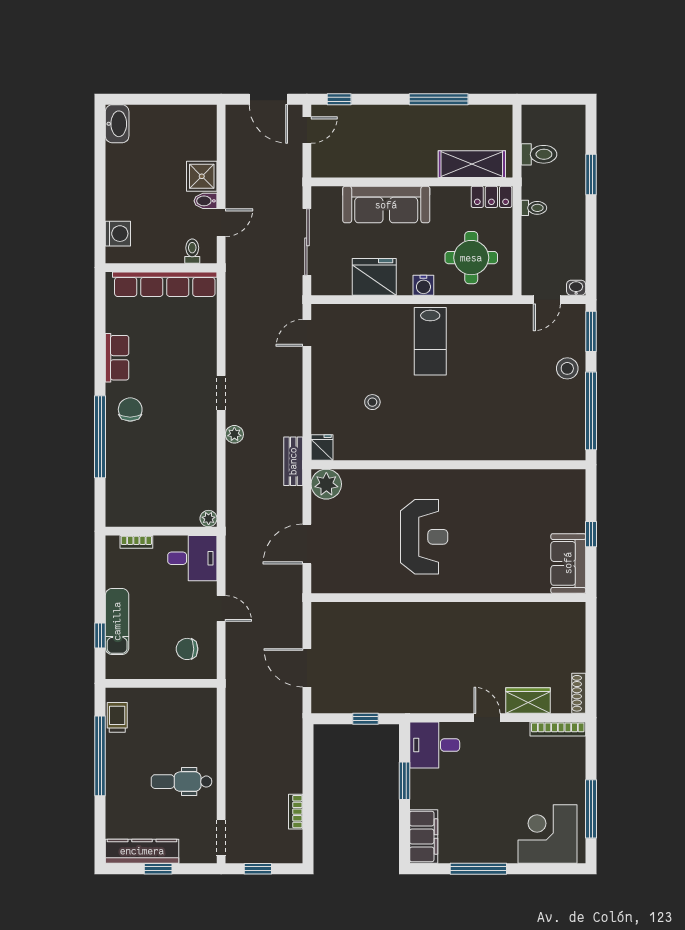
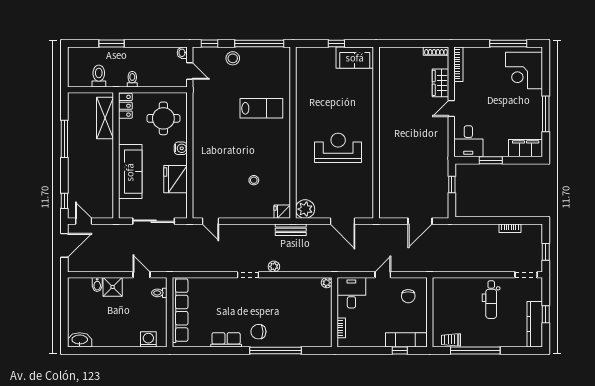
bidet: (205, 201) -> (97, 285), moved
window: (591, 331) -> (210, 44), width x0.67
lab bench: (430, 341) -> (261, 108), moved
exam couch: (117, 621) -> (406, 340), moved

